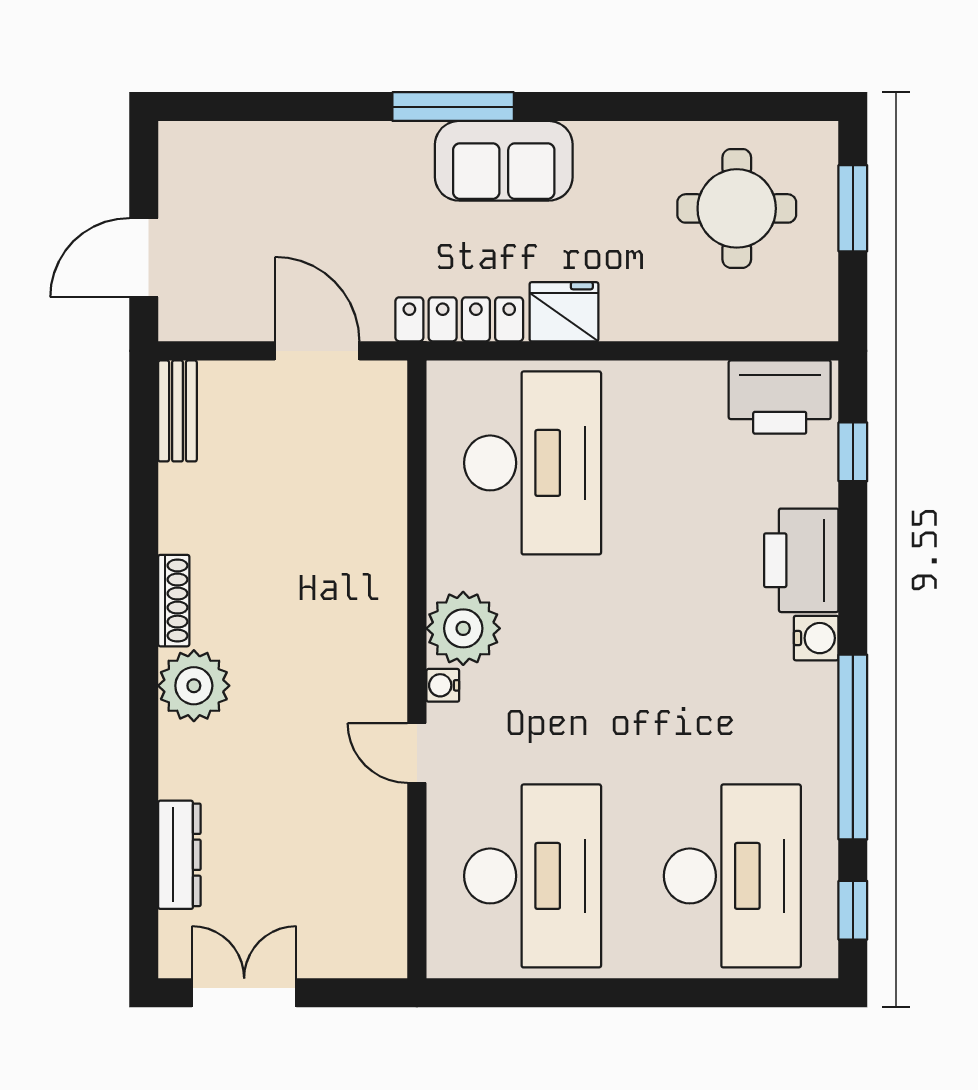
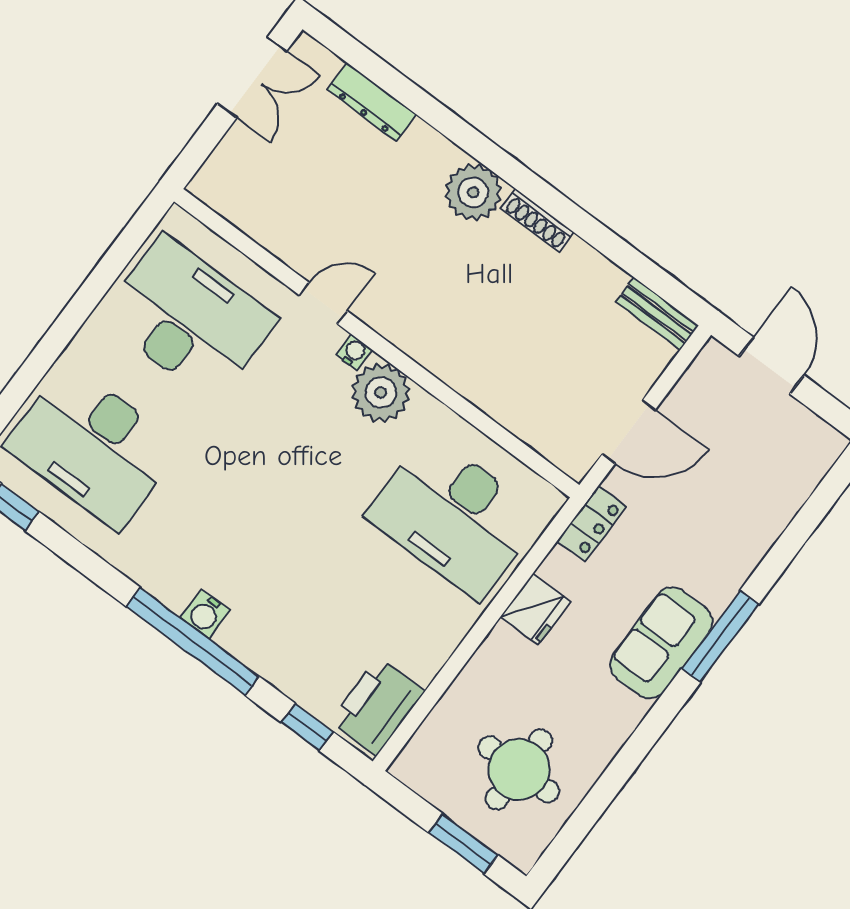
locker: (459, 319) -> (592, 524), width x0.66
printer: (801, 560) -> (262, 642), removed
window: (853, 747) -> (193, 641), moved
desk: (533, 876) -> (189, 318), turned 180

